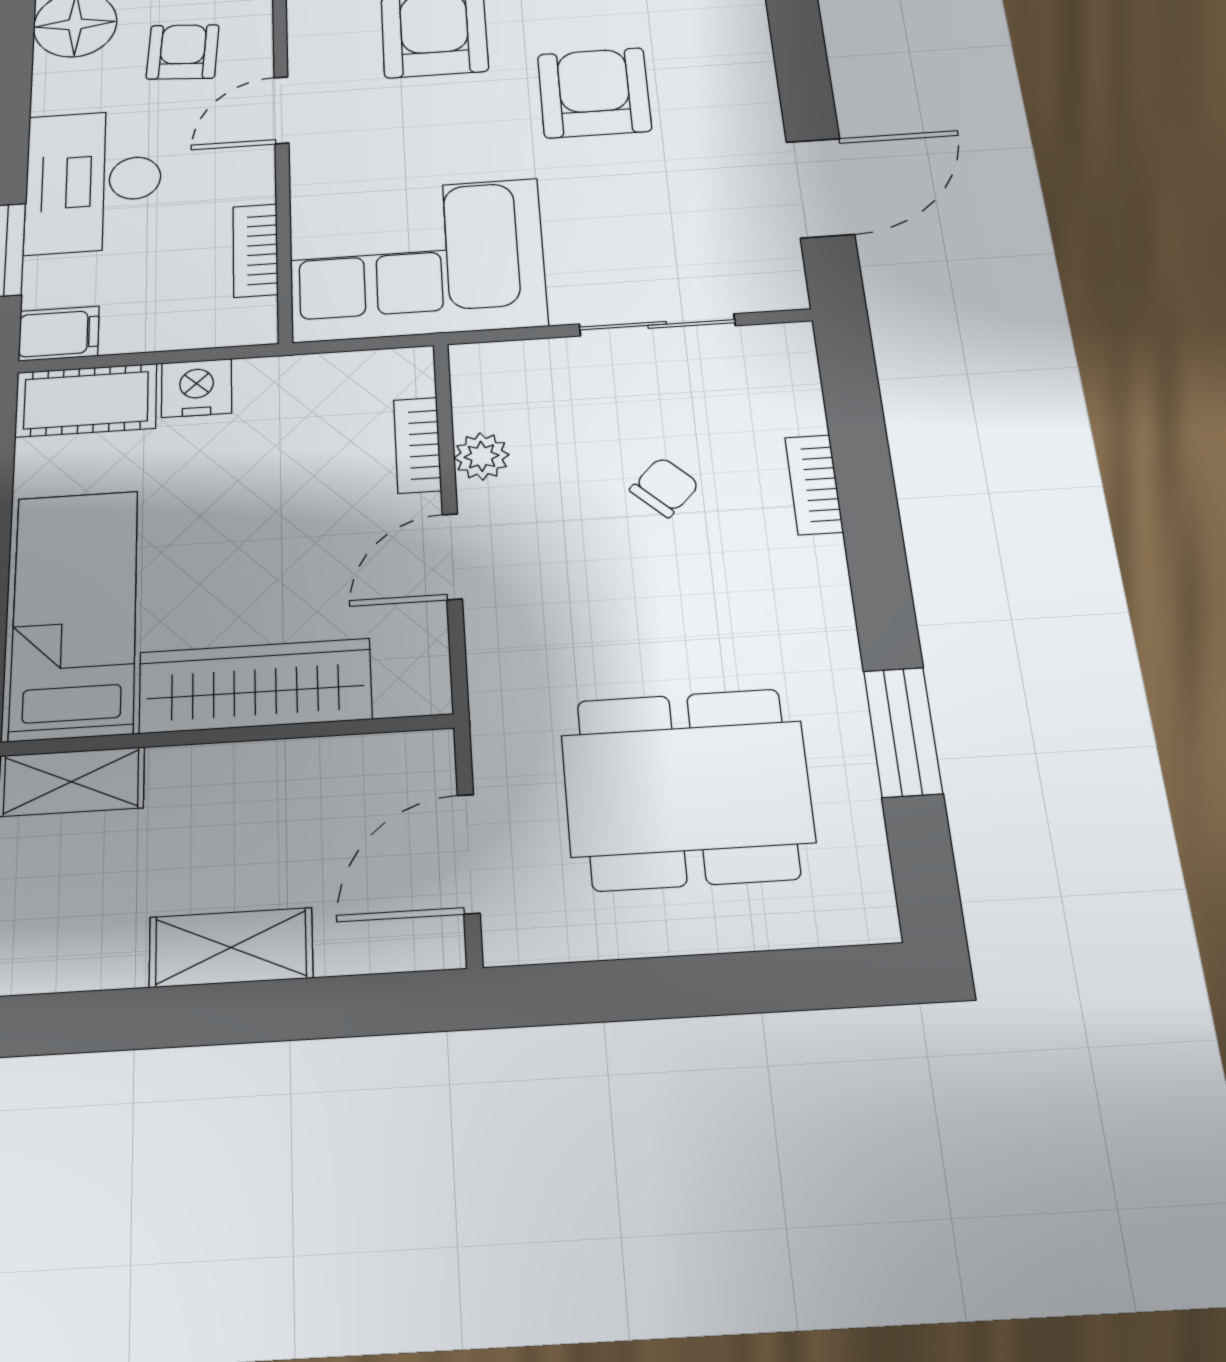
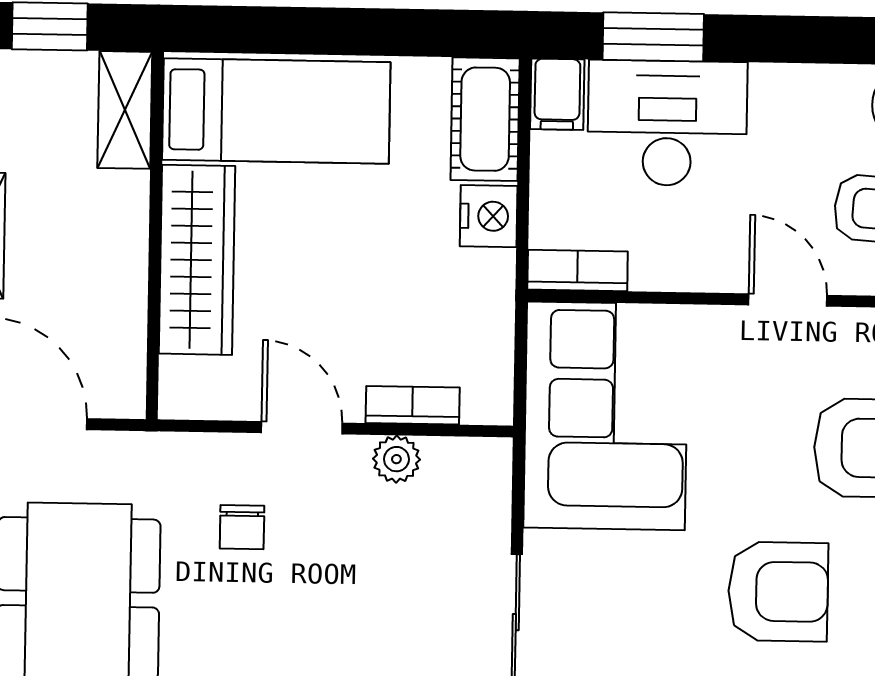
desk: (93, 181) -> (667, 123), moved
bookcase: (255, 250) -> (578, 270), moved
chair: (665, 487) -> (242, 527), moved, turned 46

